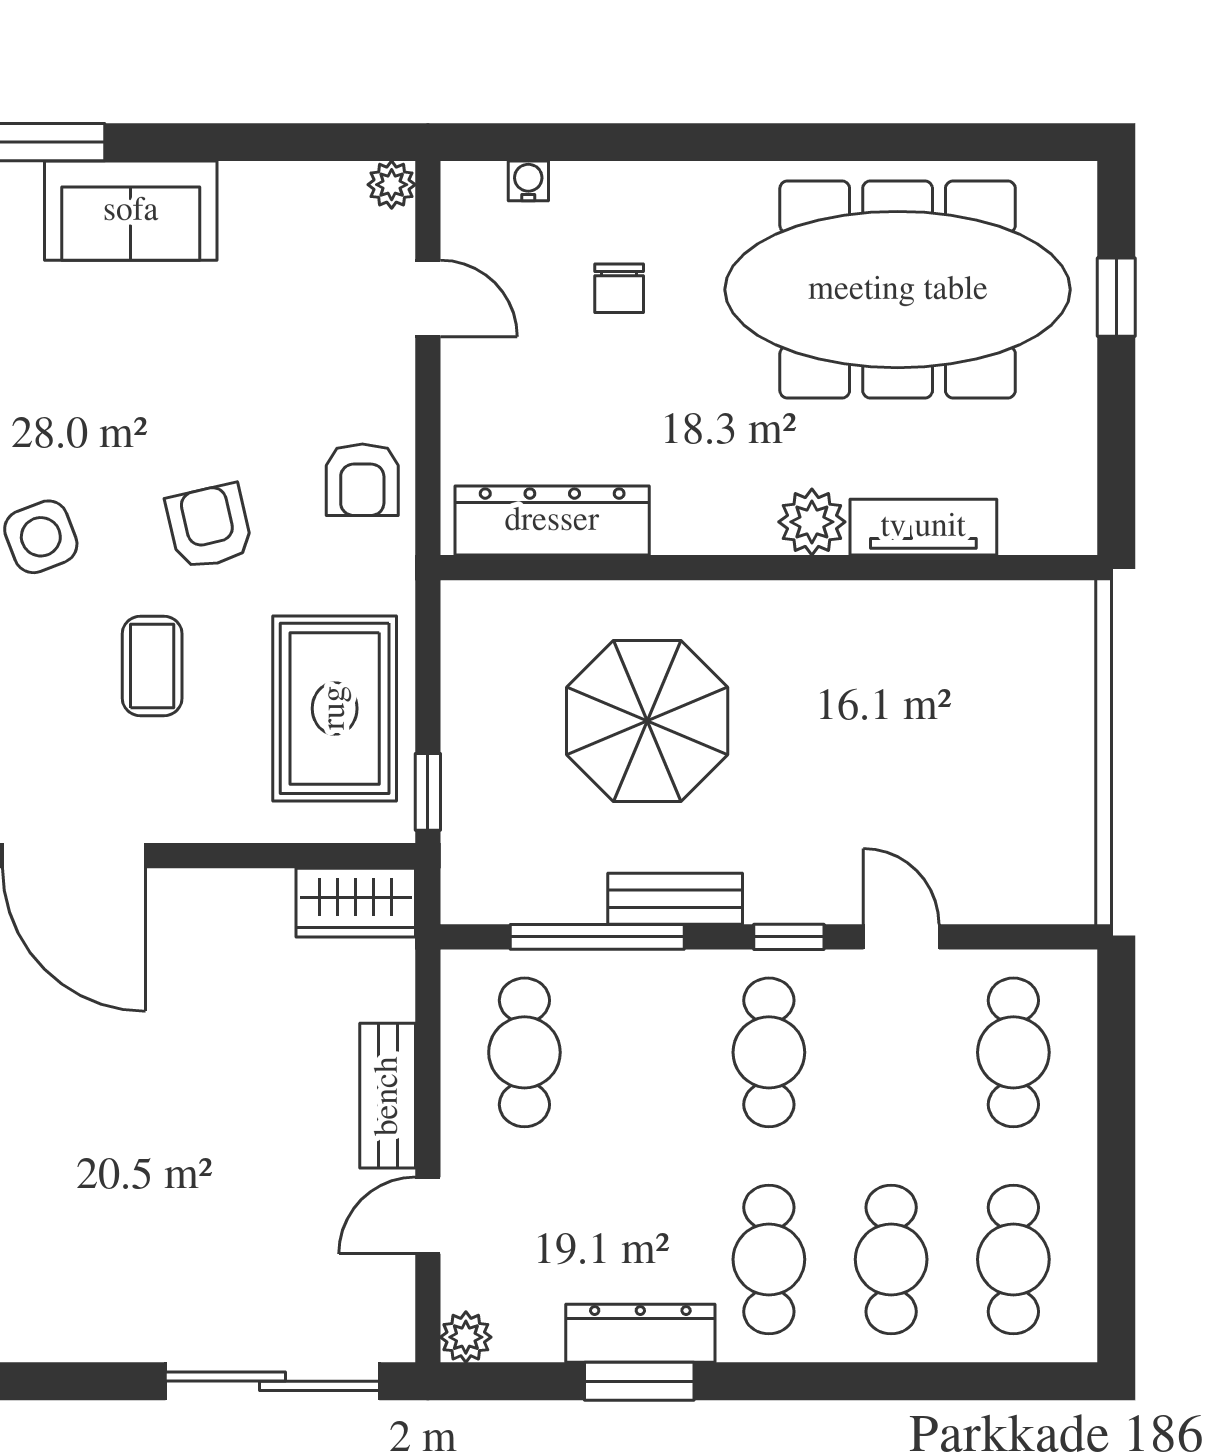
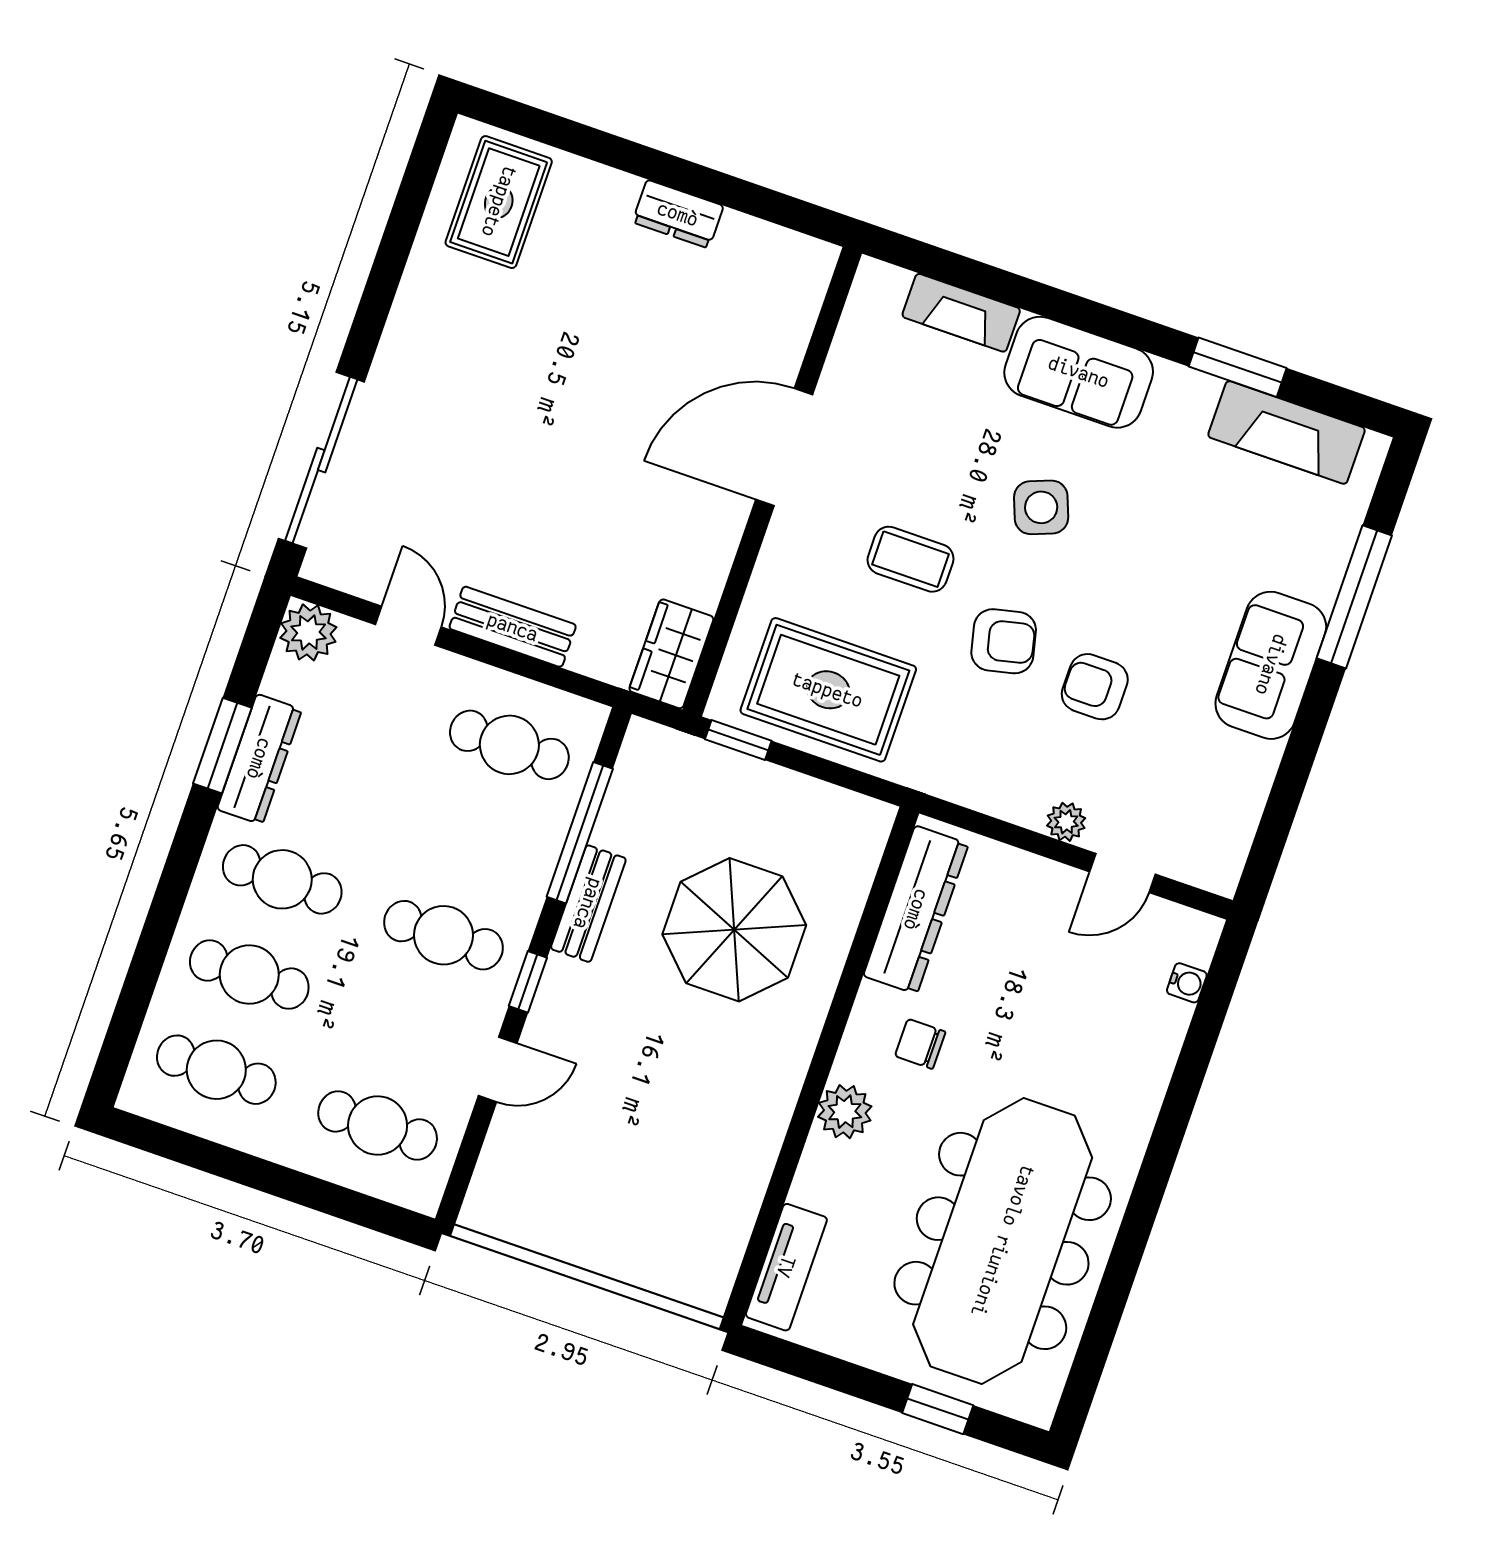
plant: (392, 185) -> (1066, 822), moved
chair: (619, 288) -> (920, 1044), moved
armchair: (362, 480) -> (1095, 687), moved
tv unit: (923, 527) -> (786, 1267), moved
plant: (466, 1337) -> (308, 632), width x1.38, depth x1.38

